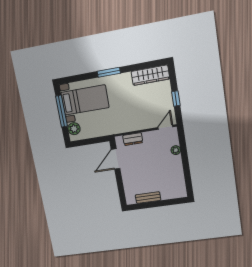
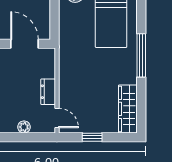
window: (109, 72) -> (141, 55), width x1.44
dresser: (133, 139) -> (48, 92), moved

